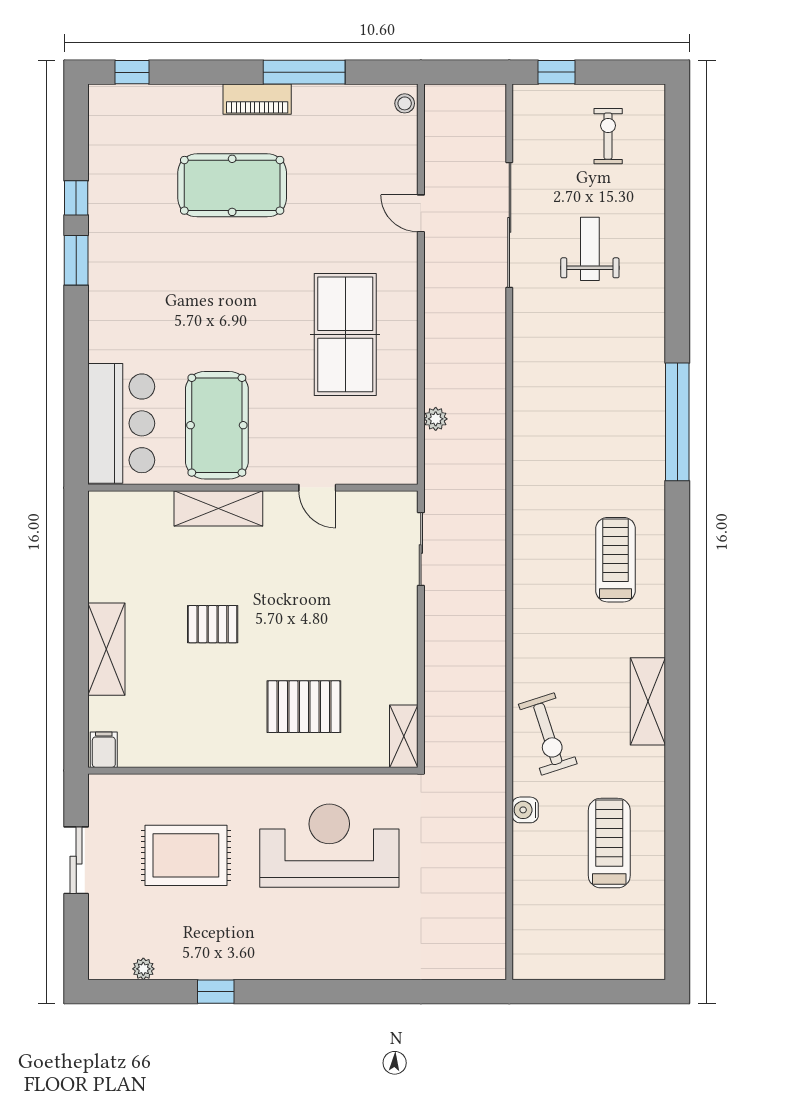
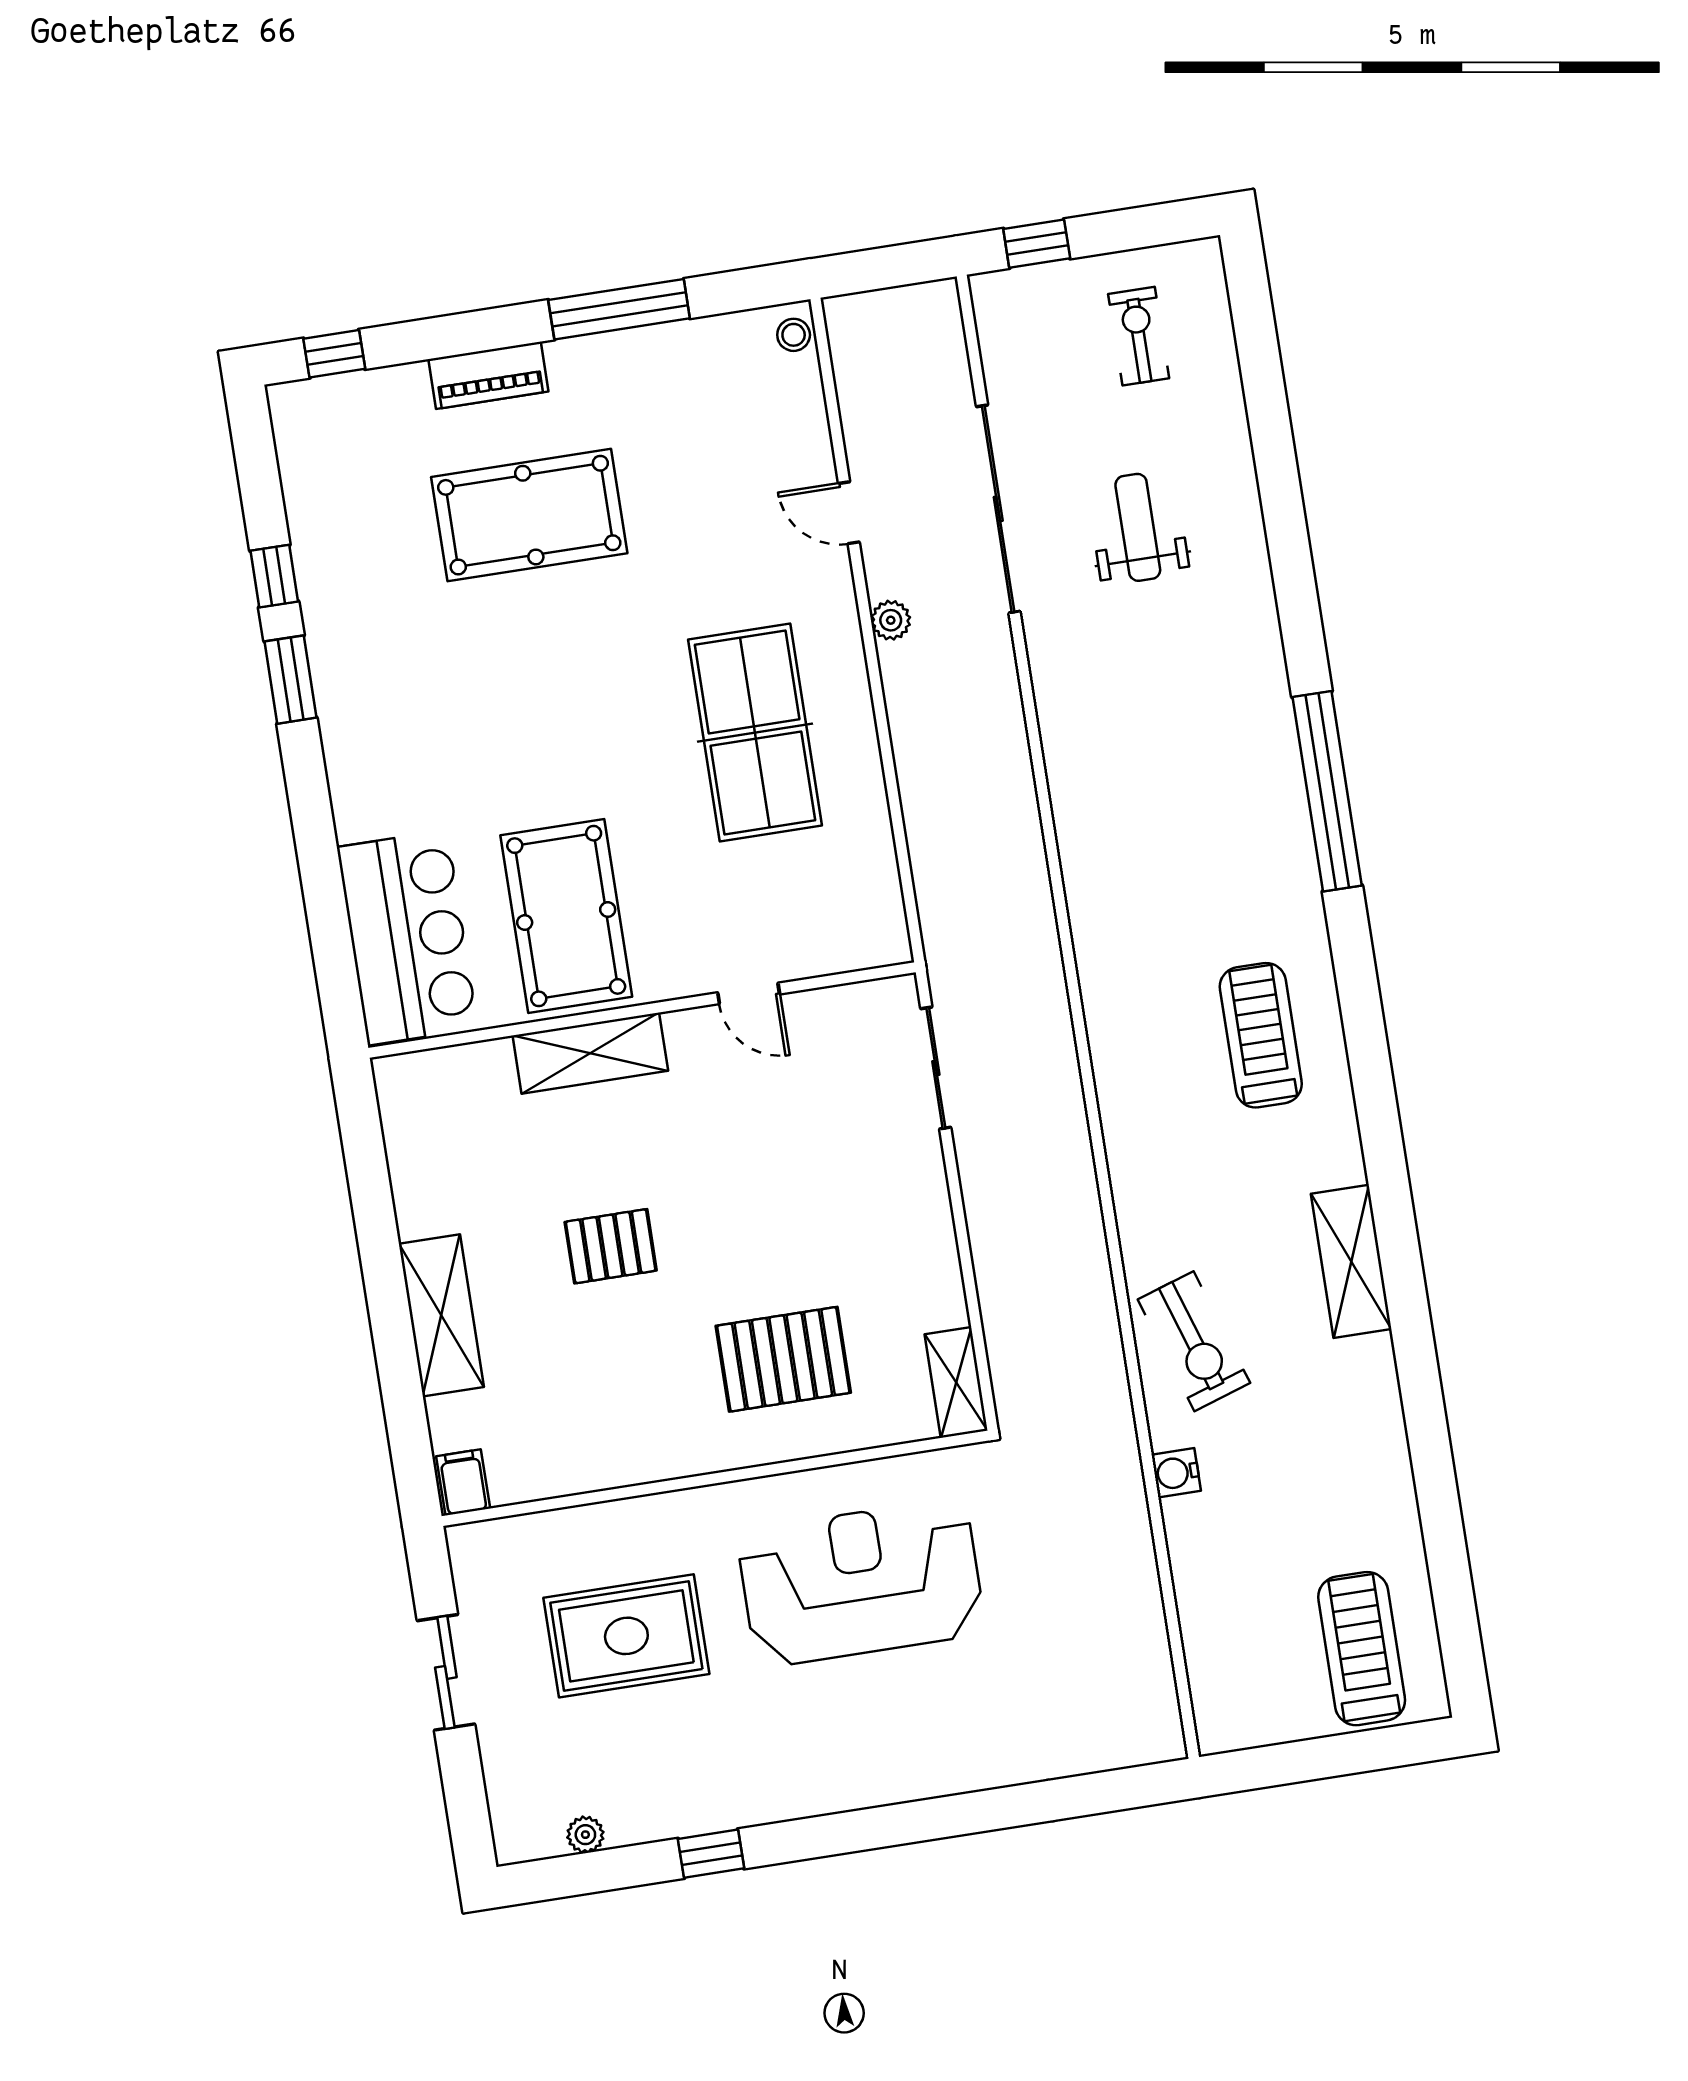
piano: (257, 99) -> (488, 375), moved
plant: (436, 419) -> (891, 620), moved
treadmill: (609, 843) -> (1362, 1649), moved

